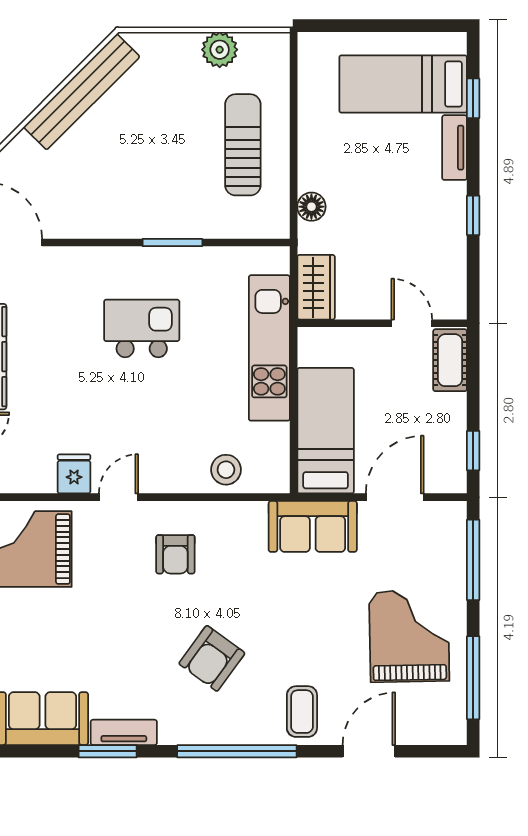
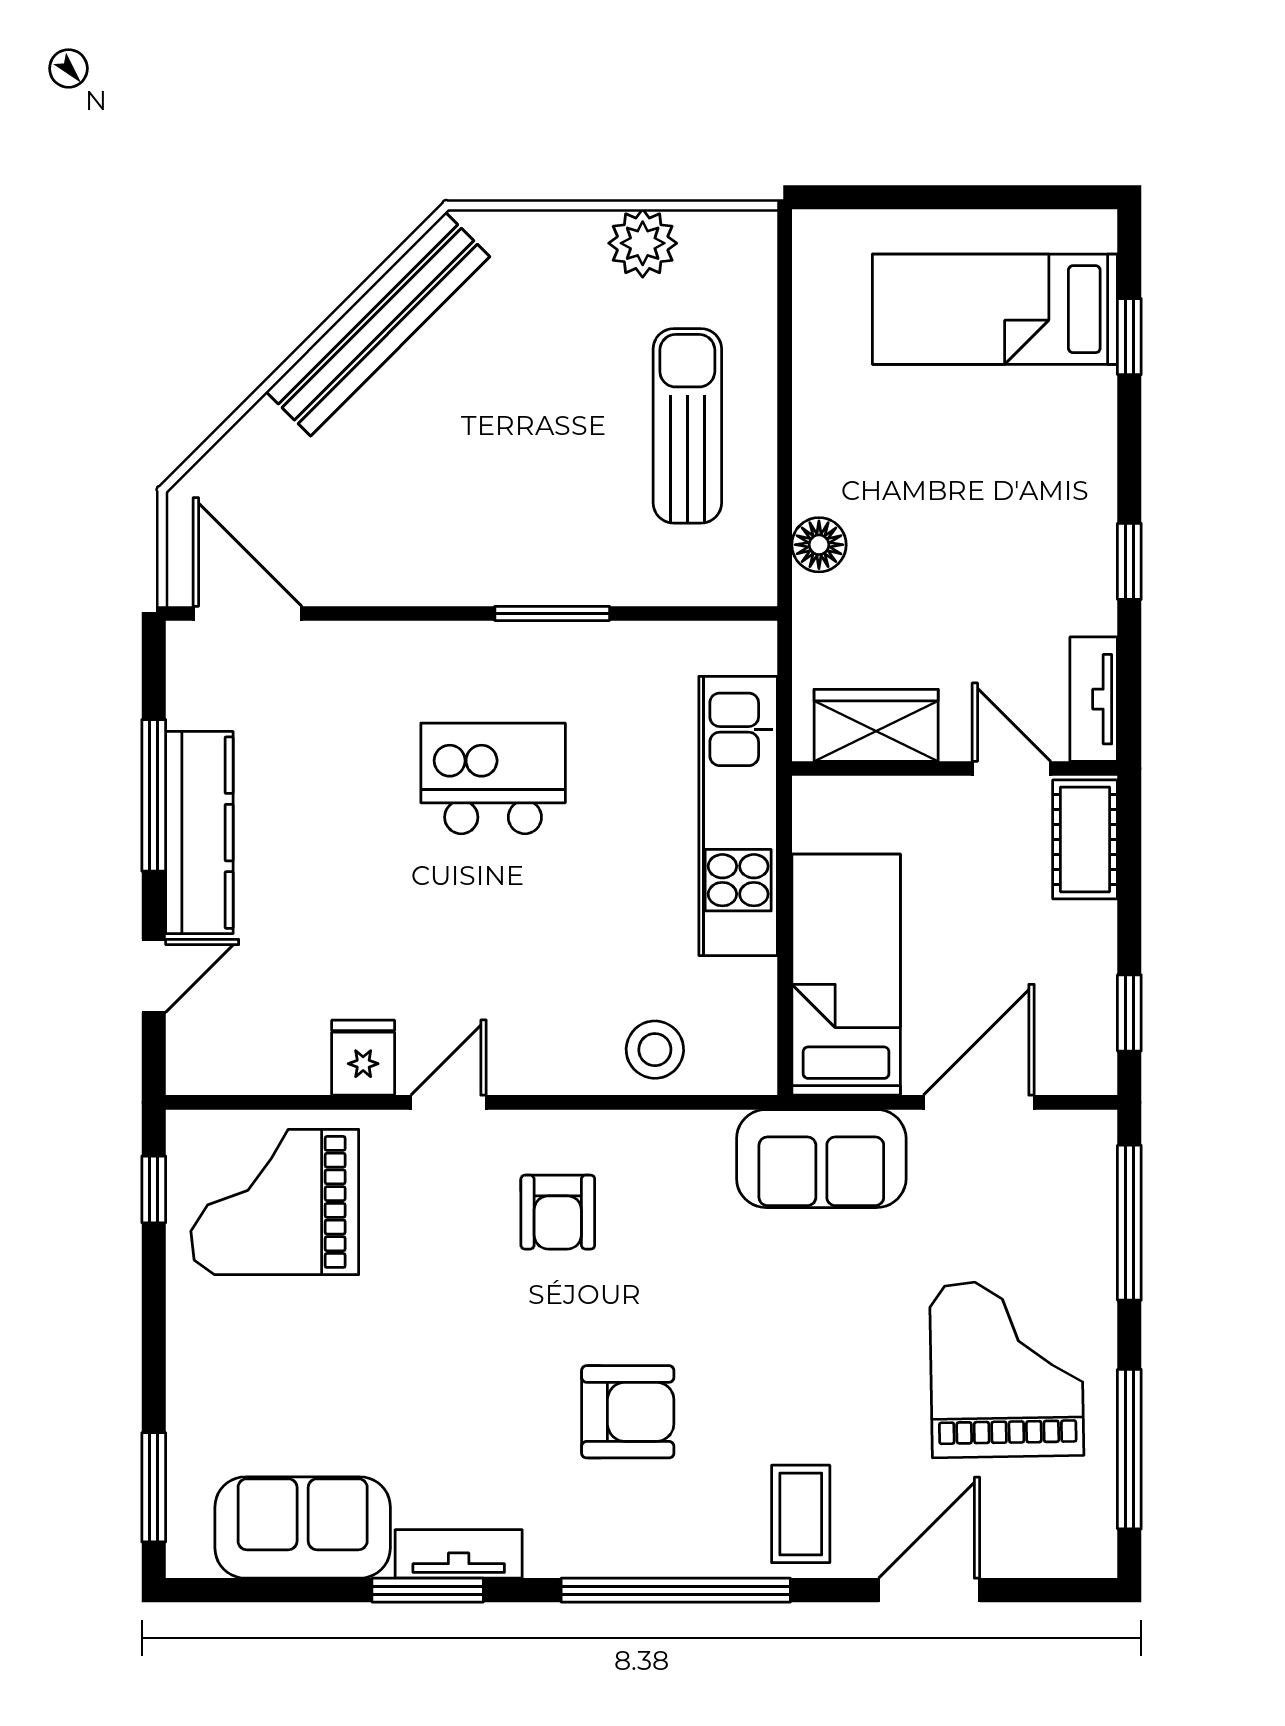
tv unit: (455, 148) -> (1094, 699), moved
wardrobe: (316, 287) -> (876, 725), moved, turned -90
armchair: (212, 658) -> (628, 1412), turned -126

